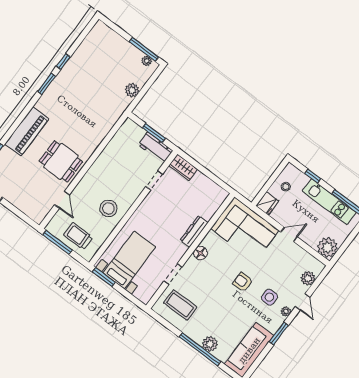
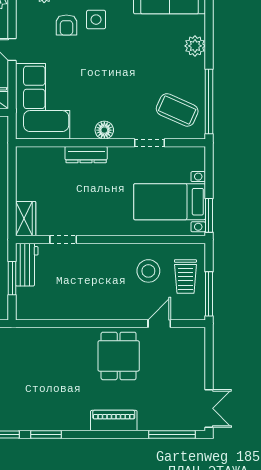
piano: (27, 131) -> (114, 421), width x0.73, depth x0.75
stool: (108, 208) -> (148, 271), moved
armchair: (243, 282) -> (66, 25), moved
coffee table: (180, 305) -> (177, 110), turned -66
window: (200, 349) -> (209, 102), moved

